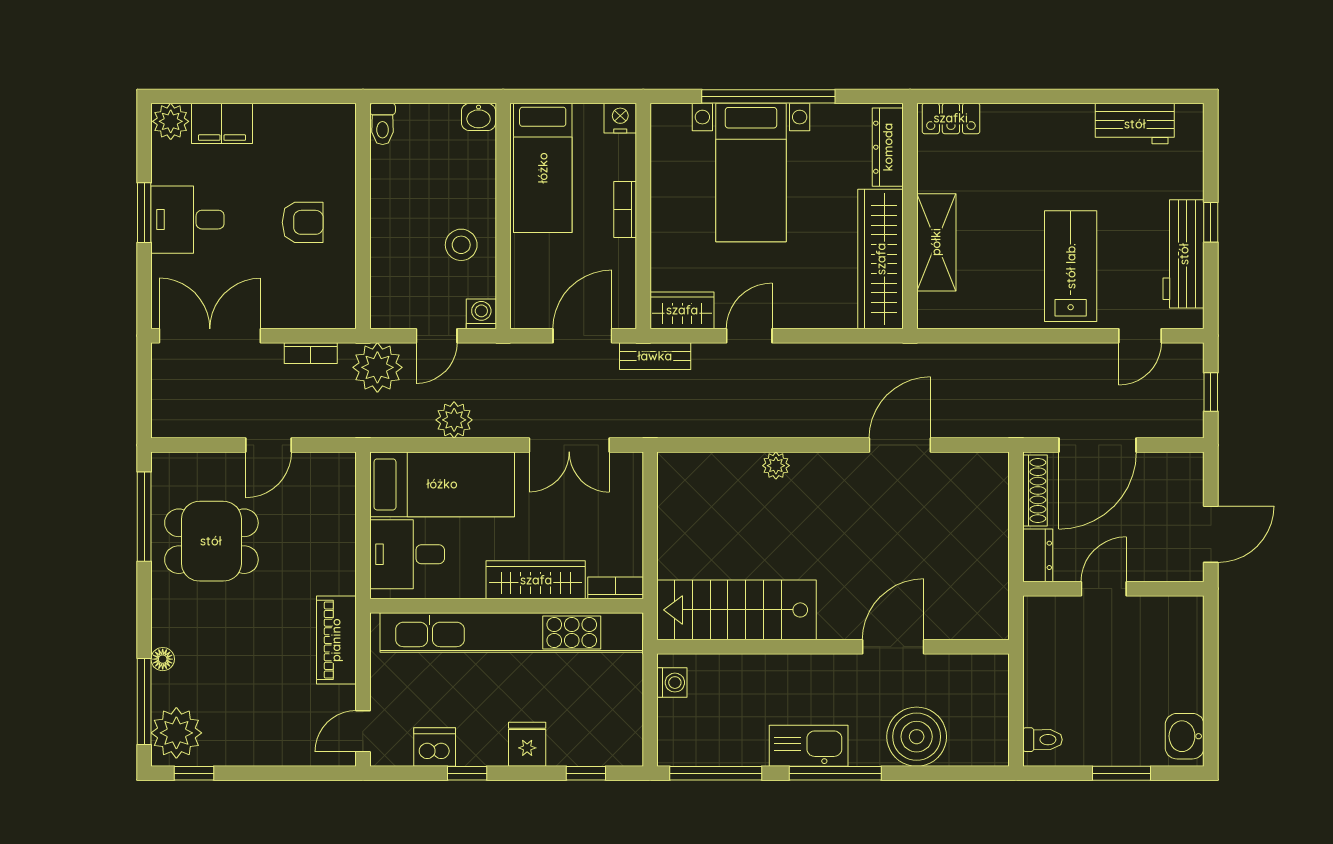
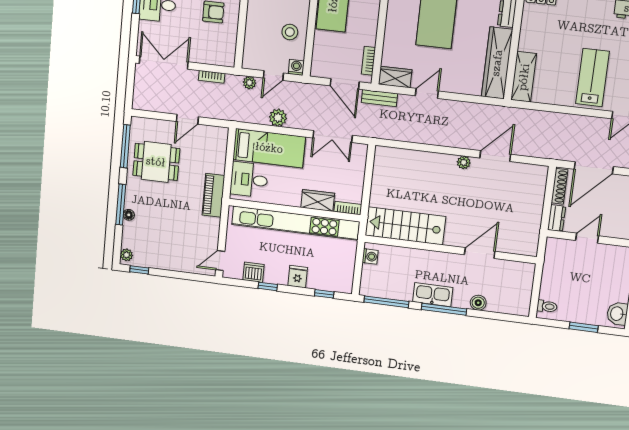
bookcase: (625, 210) -> (369, 61), moved
shelving: (936, 242) -> (524, 77), moved
door: (582, 336) -> (345, 84), swing flipped
plant: (377, 367) -> (249, 83), width x0.53, depth x0.53
plant: (776, 466) -> (464, 162), moved
wardrobe: (536, 580) -> (318, 200), width x0.67
piano: (336, 640) -> (213, 195), moved
window: (144, 702) -> (121, 205), moved
plant: (176, 733) -> (126, 255), width x0.53, depth x0.53
boiler: (917, 737) -> (478, 303), width x0.54, depth x0.54

